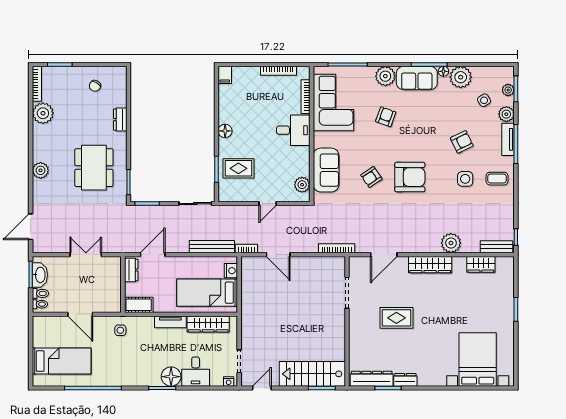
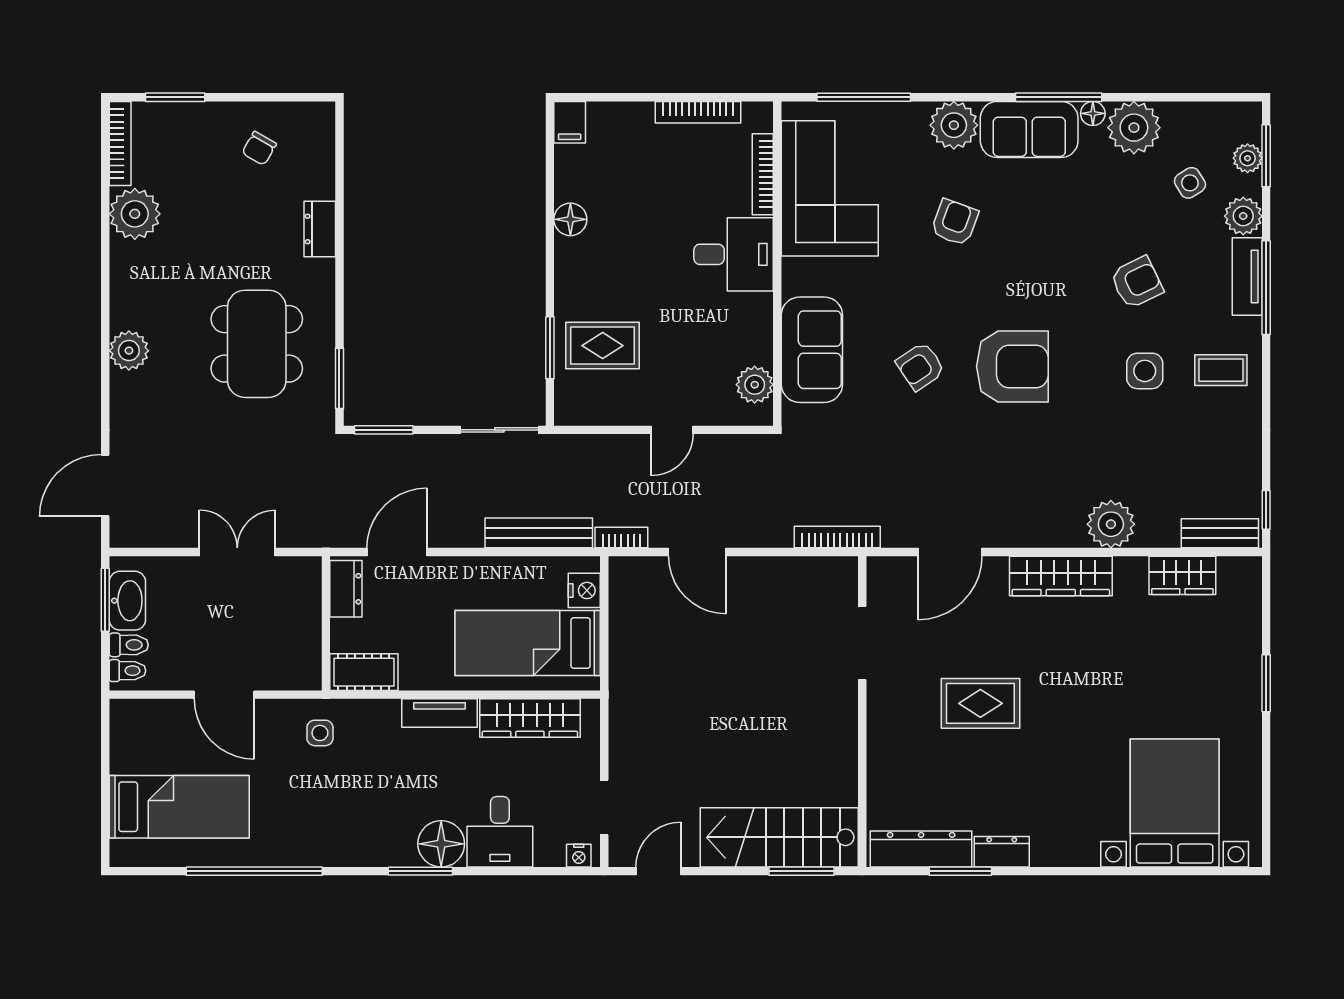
floor lamp: (225, 131) -> (570, 219), moved

